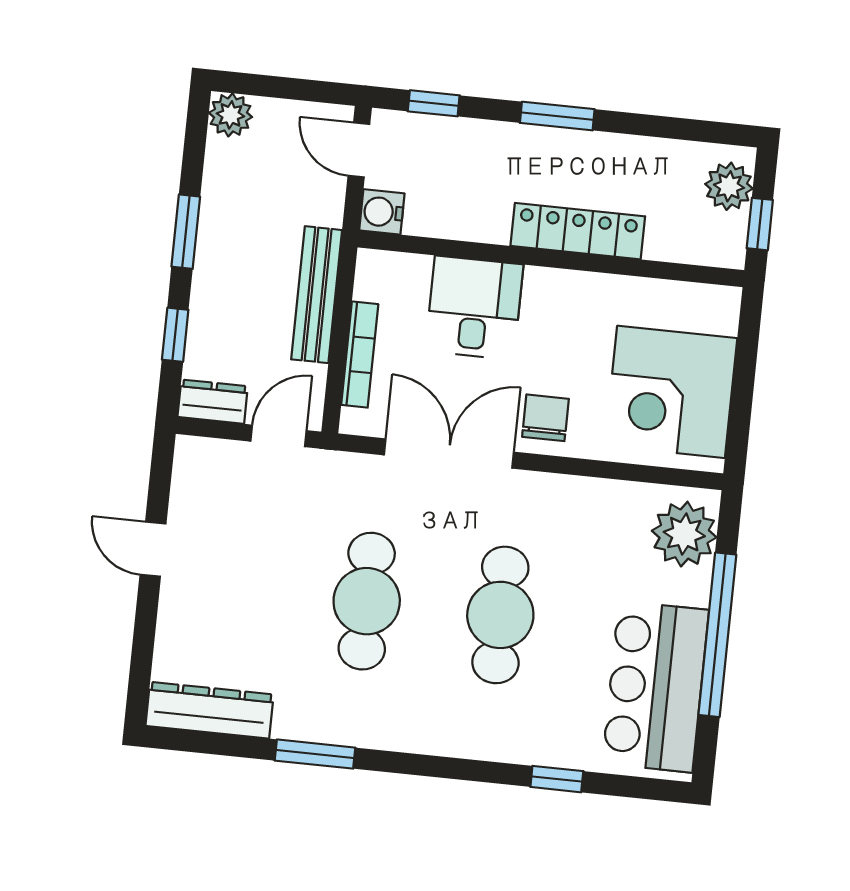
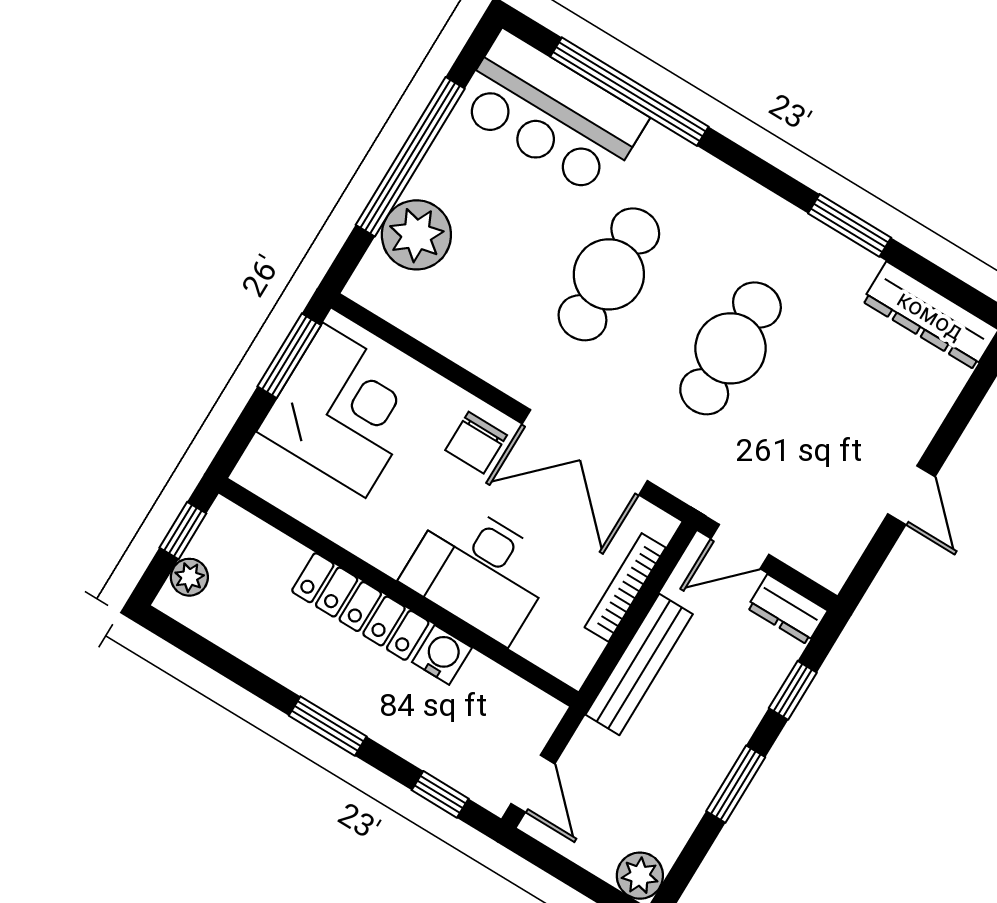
plant: (729, 186) -> (189, 577), width x0.73, depth x0.73
water cooler: (382, 212) -> (442, 655), moved, turned -90
desk: (474, 308) -> (479, 571), width x1.37
window: (740, 416) -> (289, 356), added
plant: (684, 534) -> (416, 235), moved
bar counter: (656, 687) -> (551, 114), moved, turned 90
window: (557, 779) -> (629, 92), width x3.17

